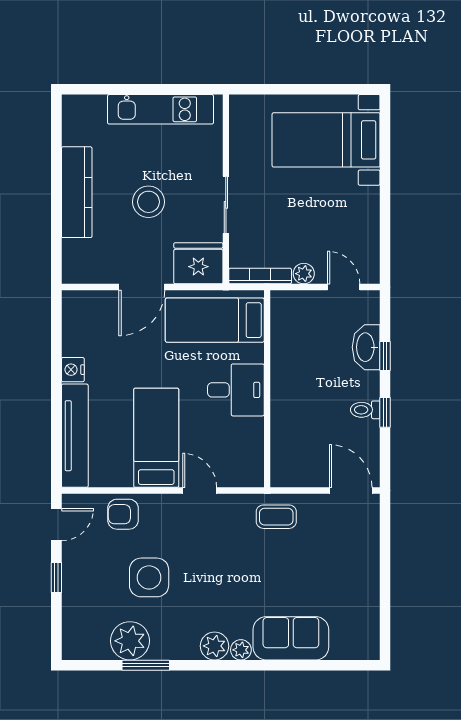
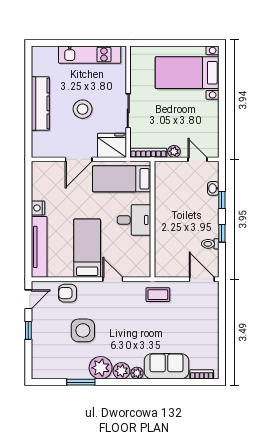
washbasin: (366, 347) -> (213, 188), width x0.52, depth x0.69
toilet: (365, 410) -> (210, 244), moved
plant: (130, 641) -> (101, 368), moved
bookcase: (351, 652) -> (202, 374), added

